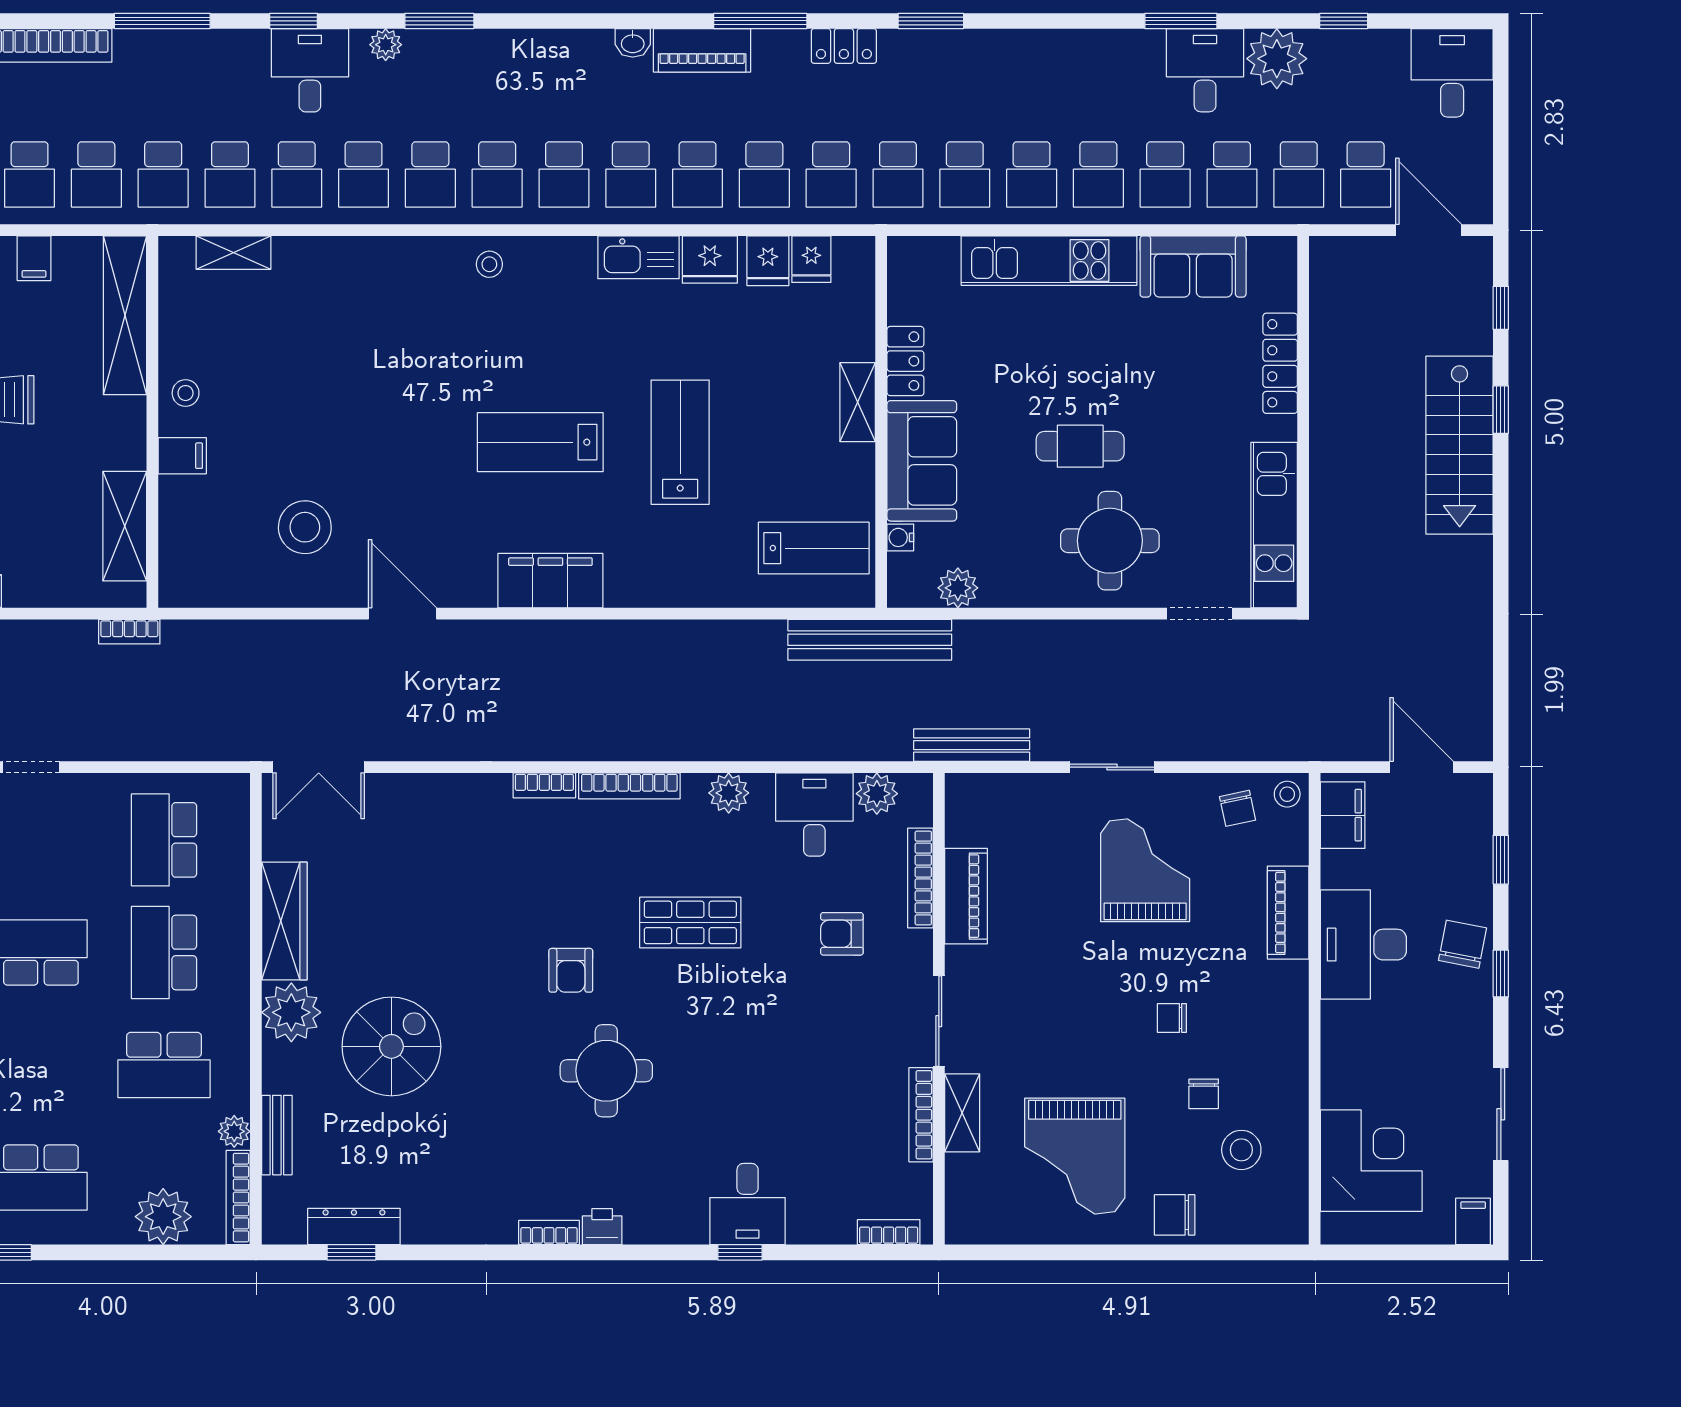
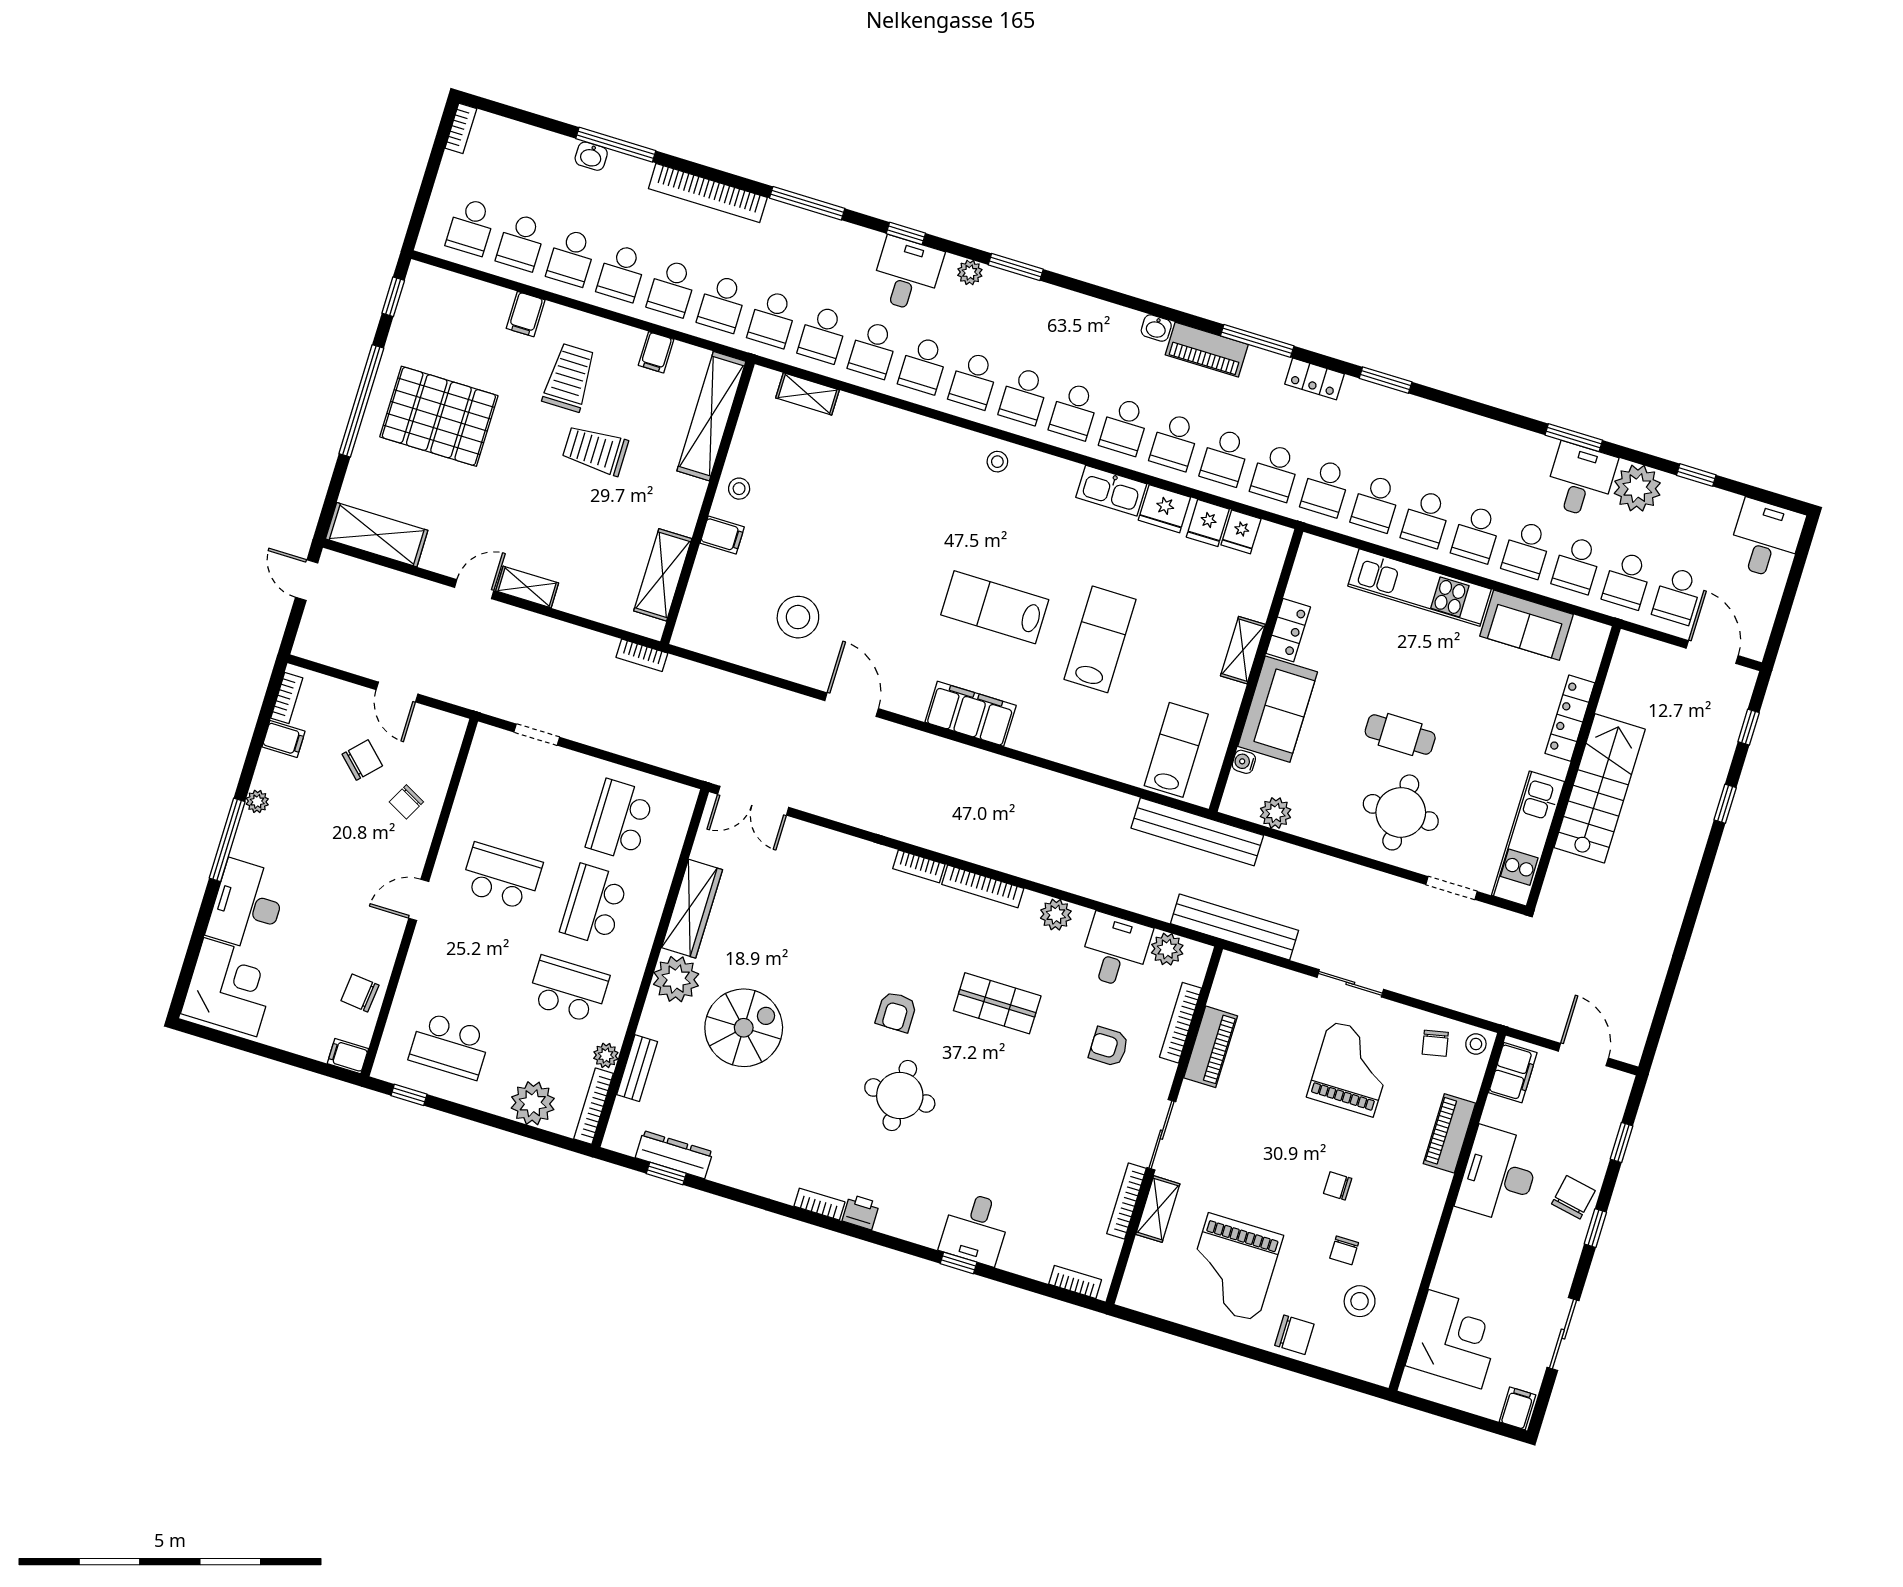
stairs: (1460, 445) -> (1600, 788), moved, turned 180
lab bench: (814, 548) -> (1176, 750), turned -90
bench: (972, 745) -> (1235, 927), width x1.37, depth x1.21
school desk: (164, 1065) -> (568, 989), turned 180
chair: (1175, 1215) -> (1294, 1335), turned 180

